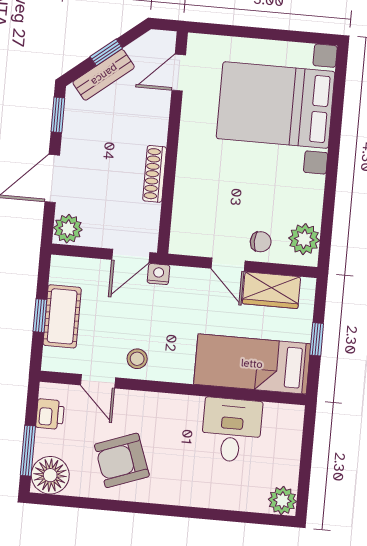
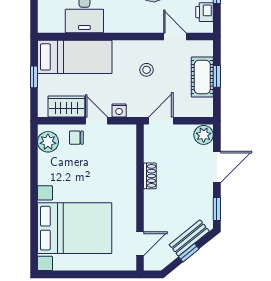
shoe rack: (155, 174) -> (150, 176), width x0.70
nightstand: (158, 274) -> (119, 110), moved
stool: (137, 359) -> (146, 70), moved

